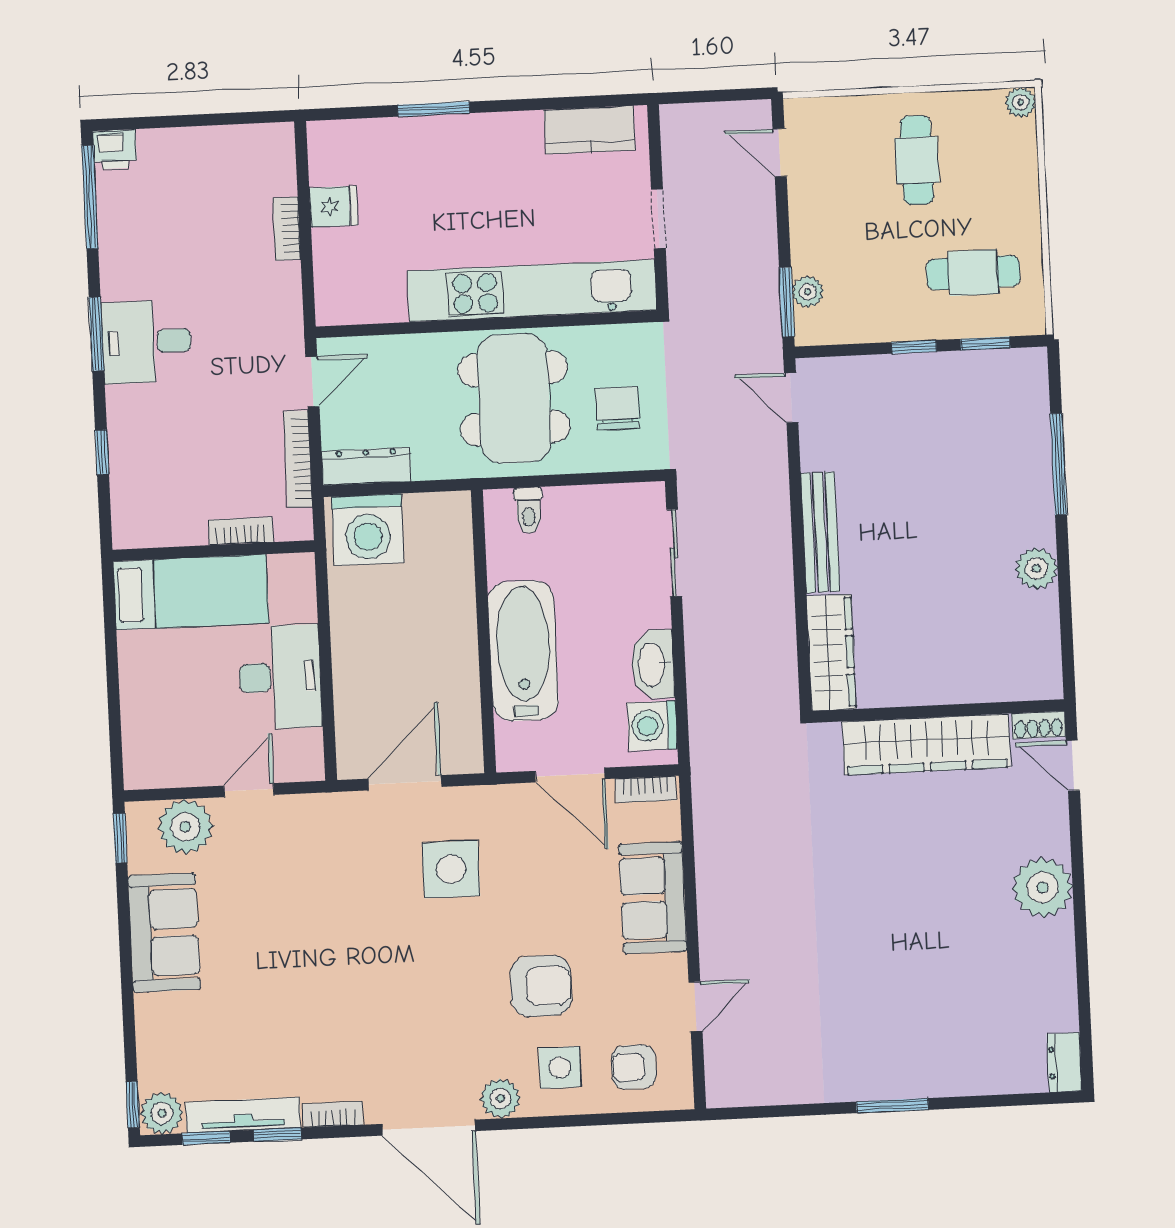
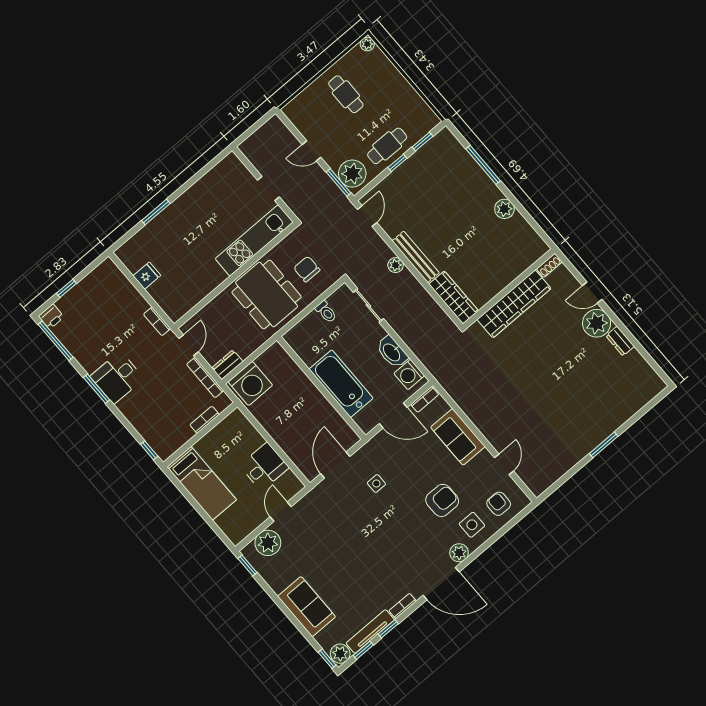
window: (178, 121) -> (66, 288), added
kitchen counter: (590, 130) -> (218, 176), removed
door: (780, 153) -> (311, 151), moved
bookcase: (287, 229) -> (157, 321), moved
cafe table: (973, 273) -> (387, 146), moved
kitchen unit: (532, 291) -> (254, 240), width x0.73
plant: (808, 292) -> (352, 174), width x1.87, depth x1.87
door: (791, 398) -> (367, 216), swing flipped
window: (102, 452) -> (149, 450), moved
dresser: (366, 466) -> (227, 365), width x0.70
toilet: (529, 510) -> (326, 312), moved
plant: (775, 520) -> (396, 265), added
bed: (191, 592) -> (202, 483), moved, turned 90
desk: (280, 677) -> (264, 467), width x0.73
door: (1073, 766) -> (592, 293), moved
side table: (451, 869) -> (376, 483), width x0.54, depth x0.54
sofa: (164, 933) -> (307, 607), moved
dresser: (1064, 1062) -> (620, 341), moved
armchair: (634, 1067) -> (499, 504), turned 90

